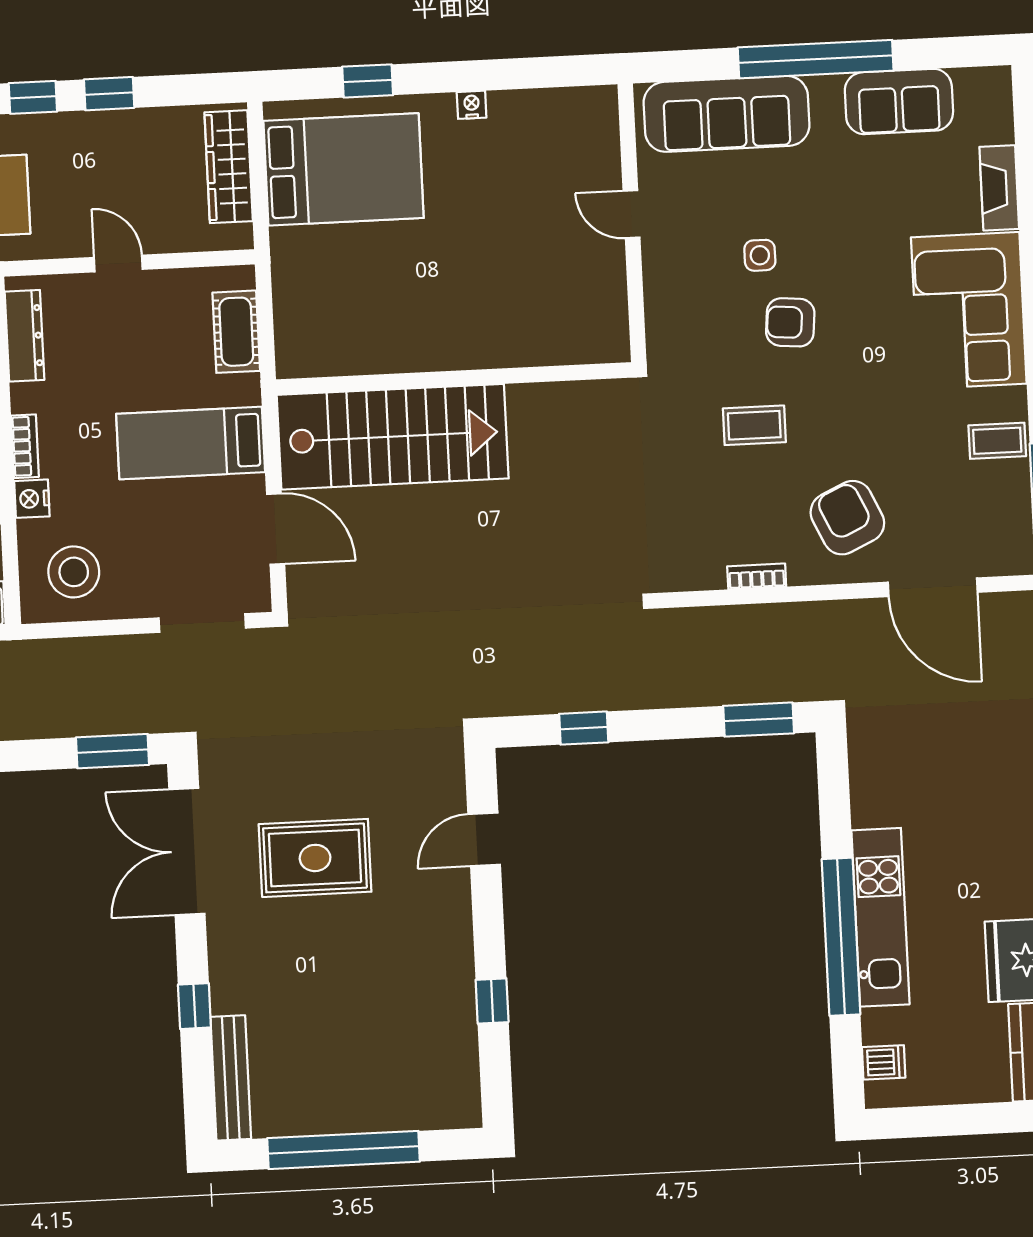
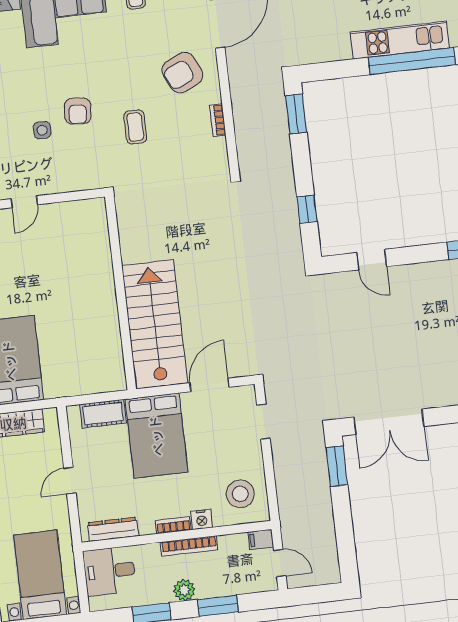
bed: (191, 443) -> (157, 436), width x1.50
doorway: (202, 623) -> (263, 422), width x0.73
rug: (315, 858) -> (388, 351), removed

